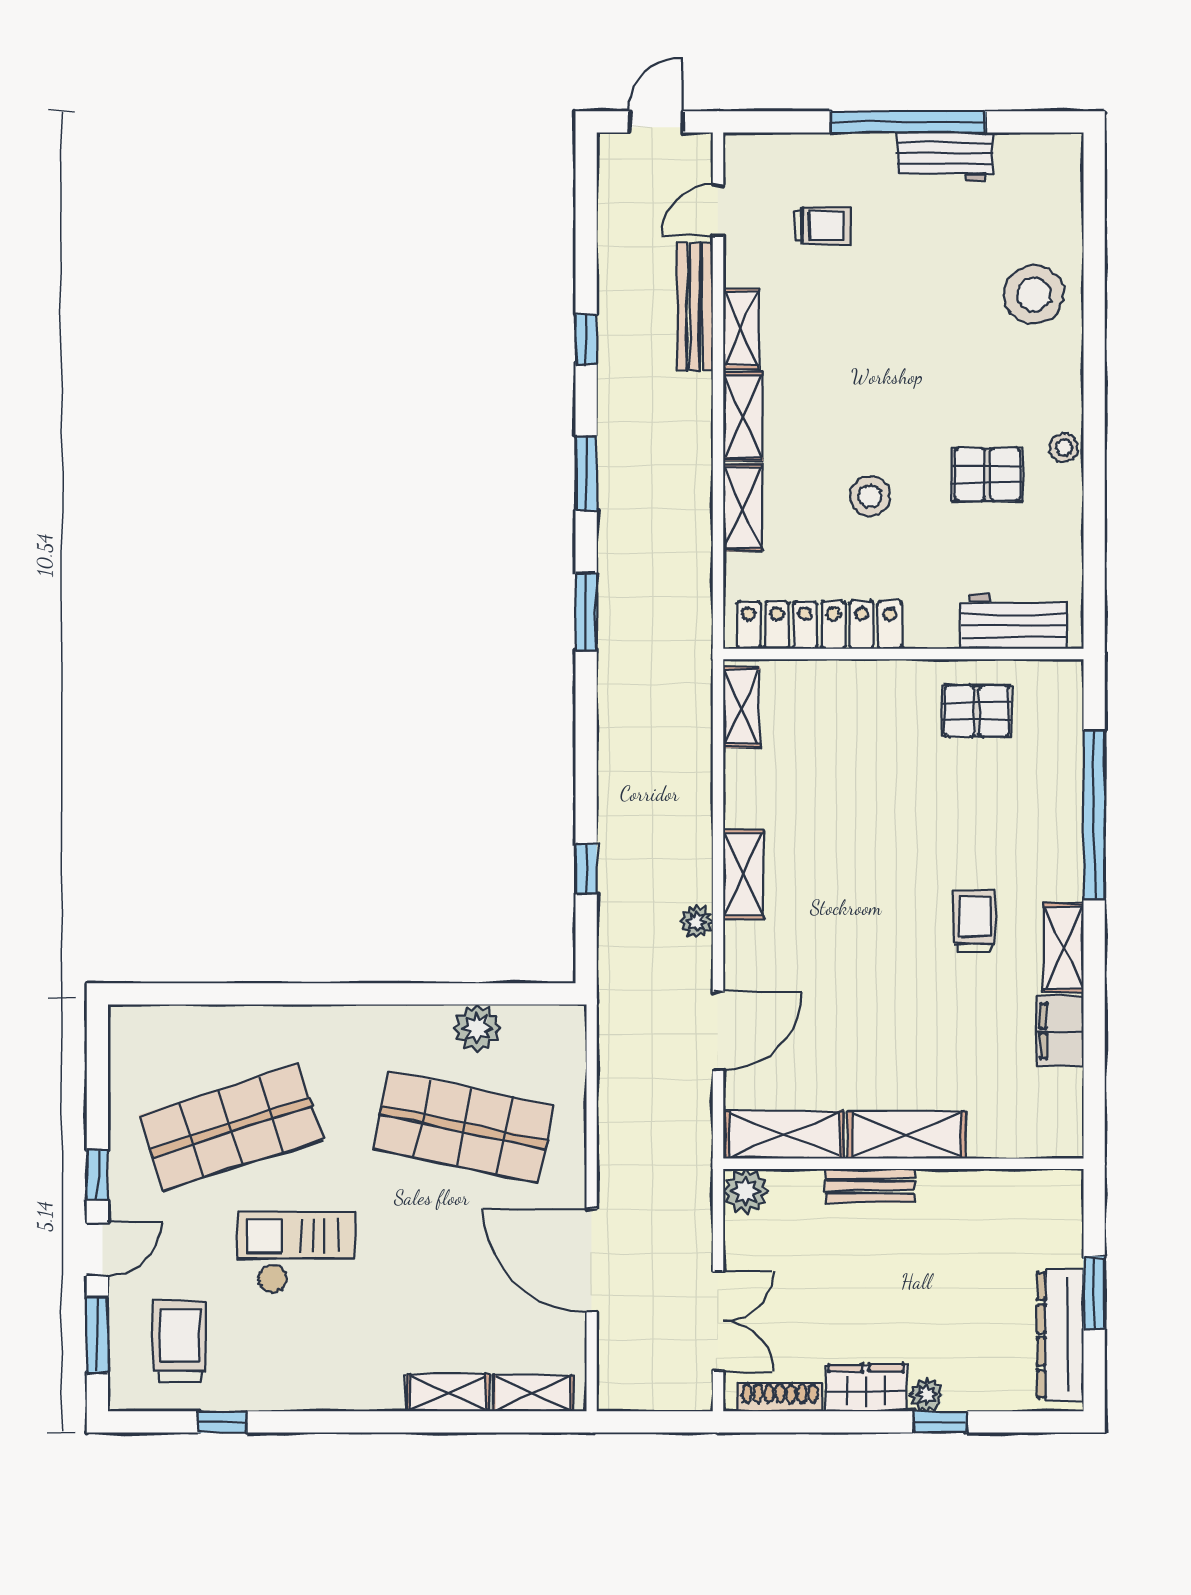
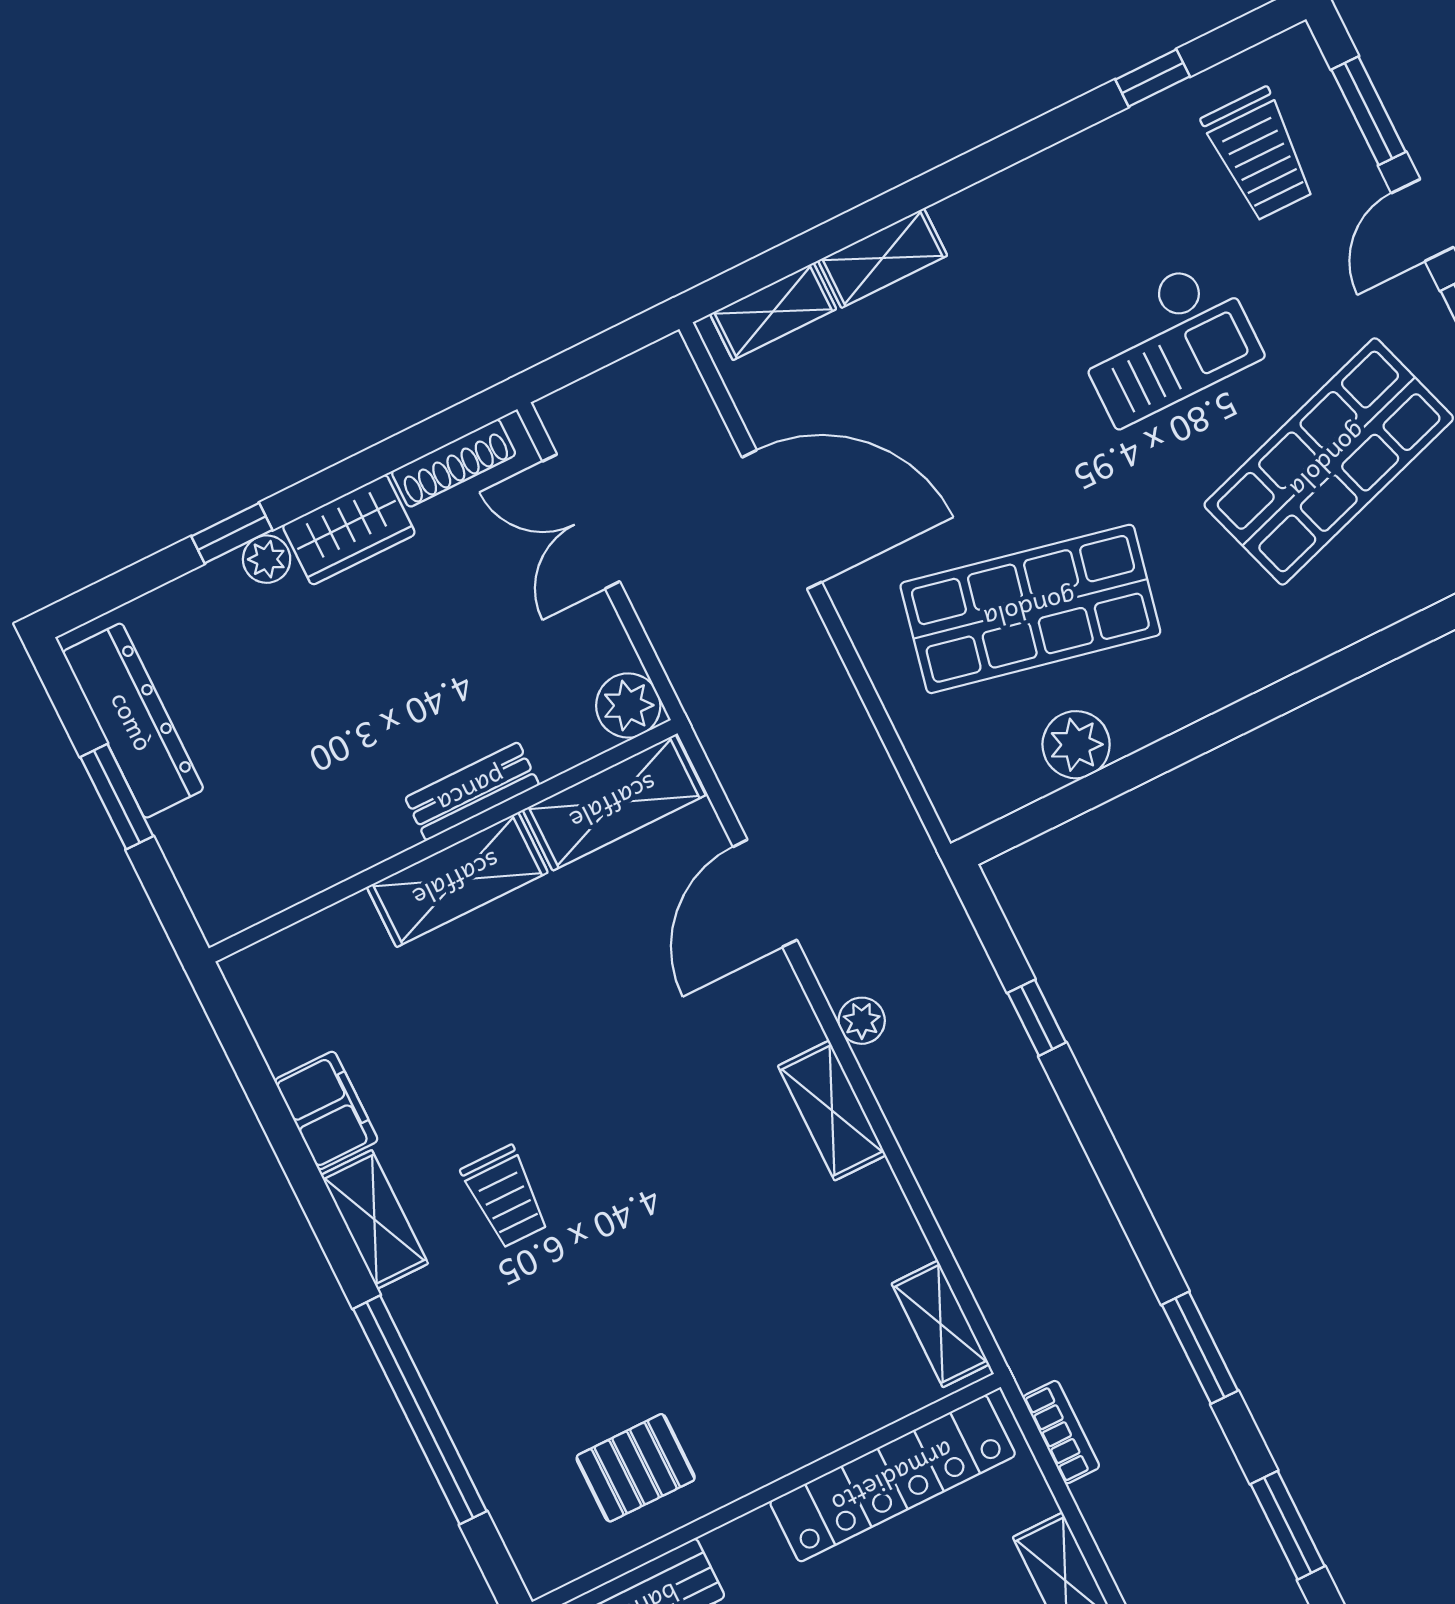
bookcase: (699, 602) -> (1061, 1432), added

